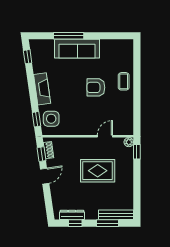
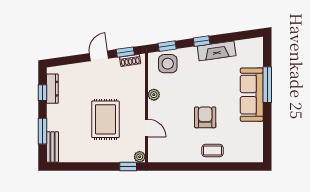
window: (28, 57) -> (202, 41), moved
fireplace: (42, 89) -> (217, 51), moved
plant: (77, 130) -> (154, 95), added
door: (45, 176) -> (99, 56), swing flipped
bench: (116, 215) -> (52, 147), width x0.73

